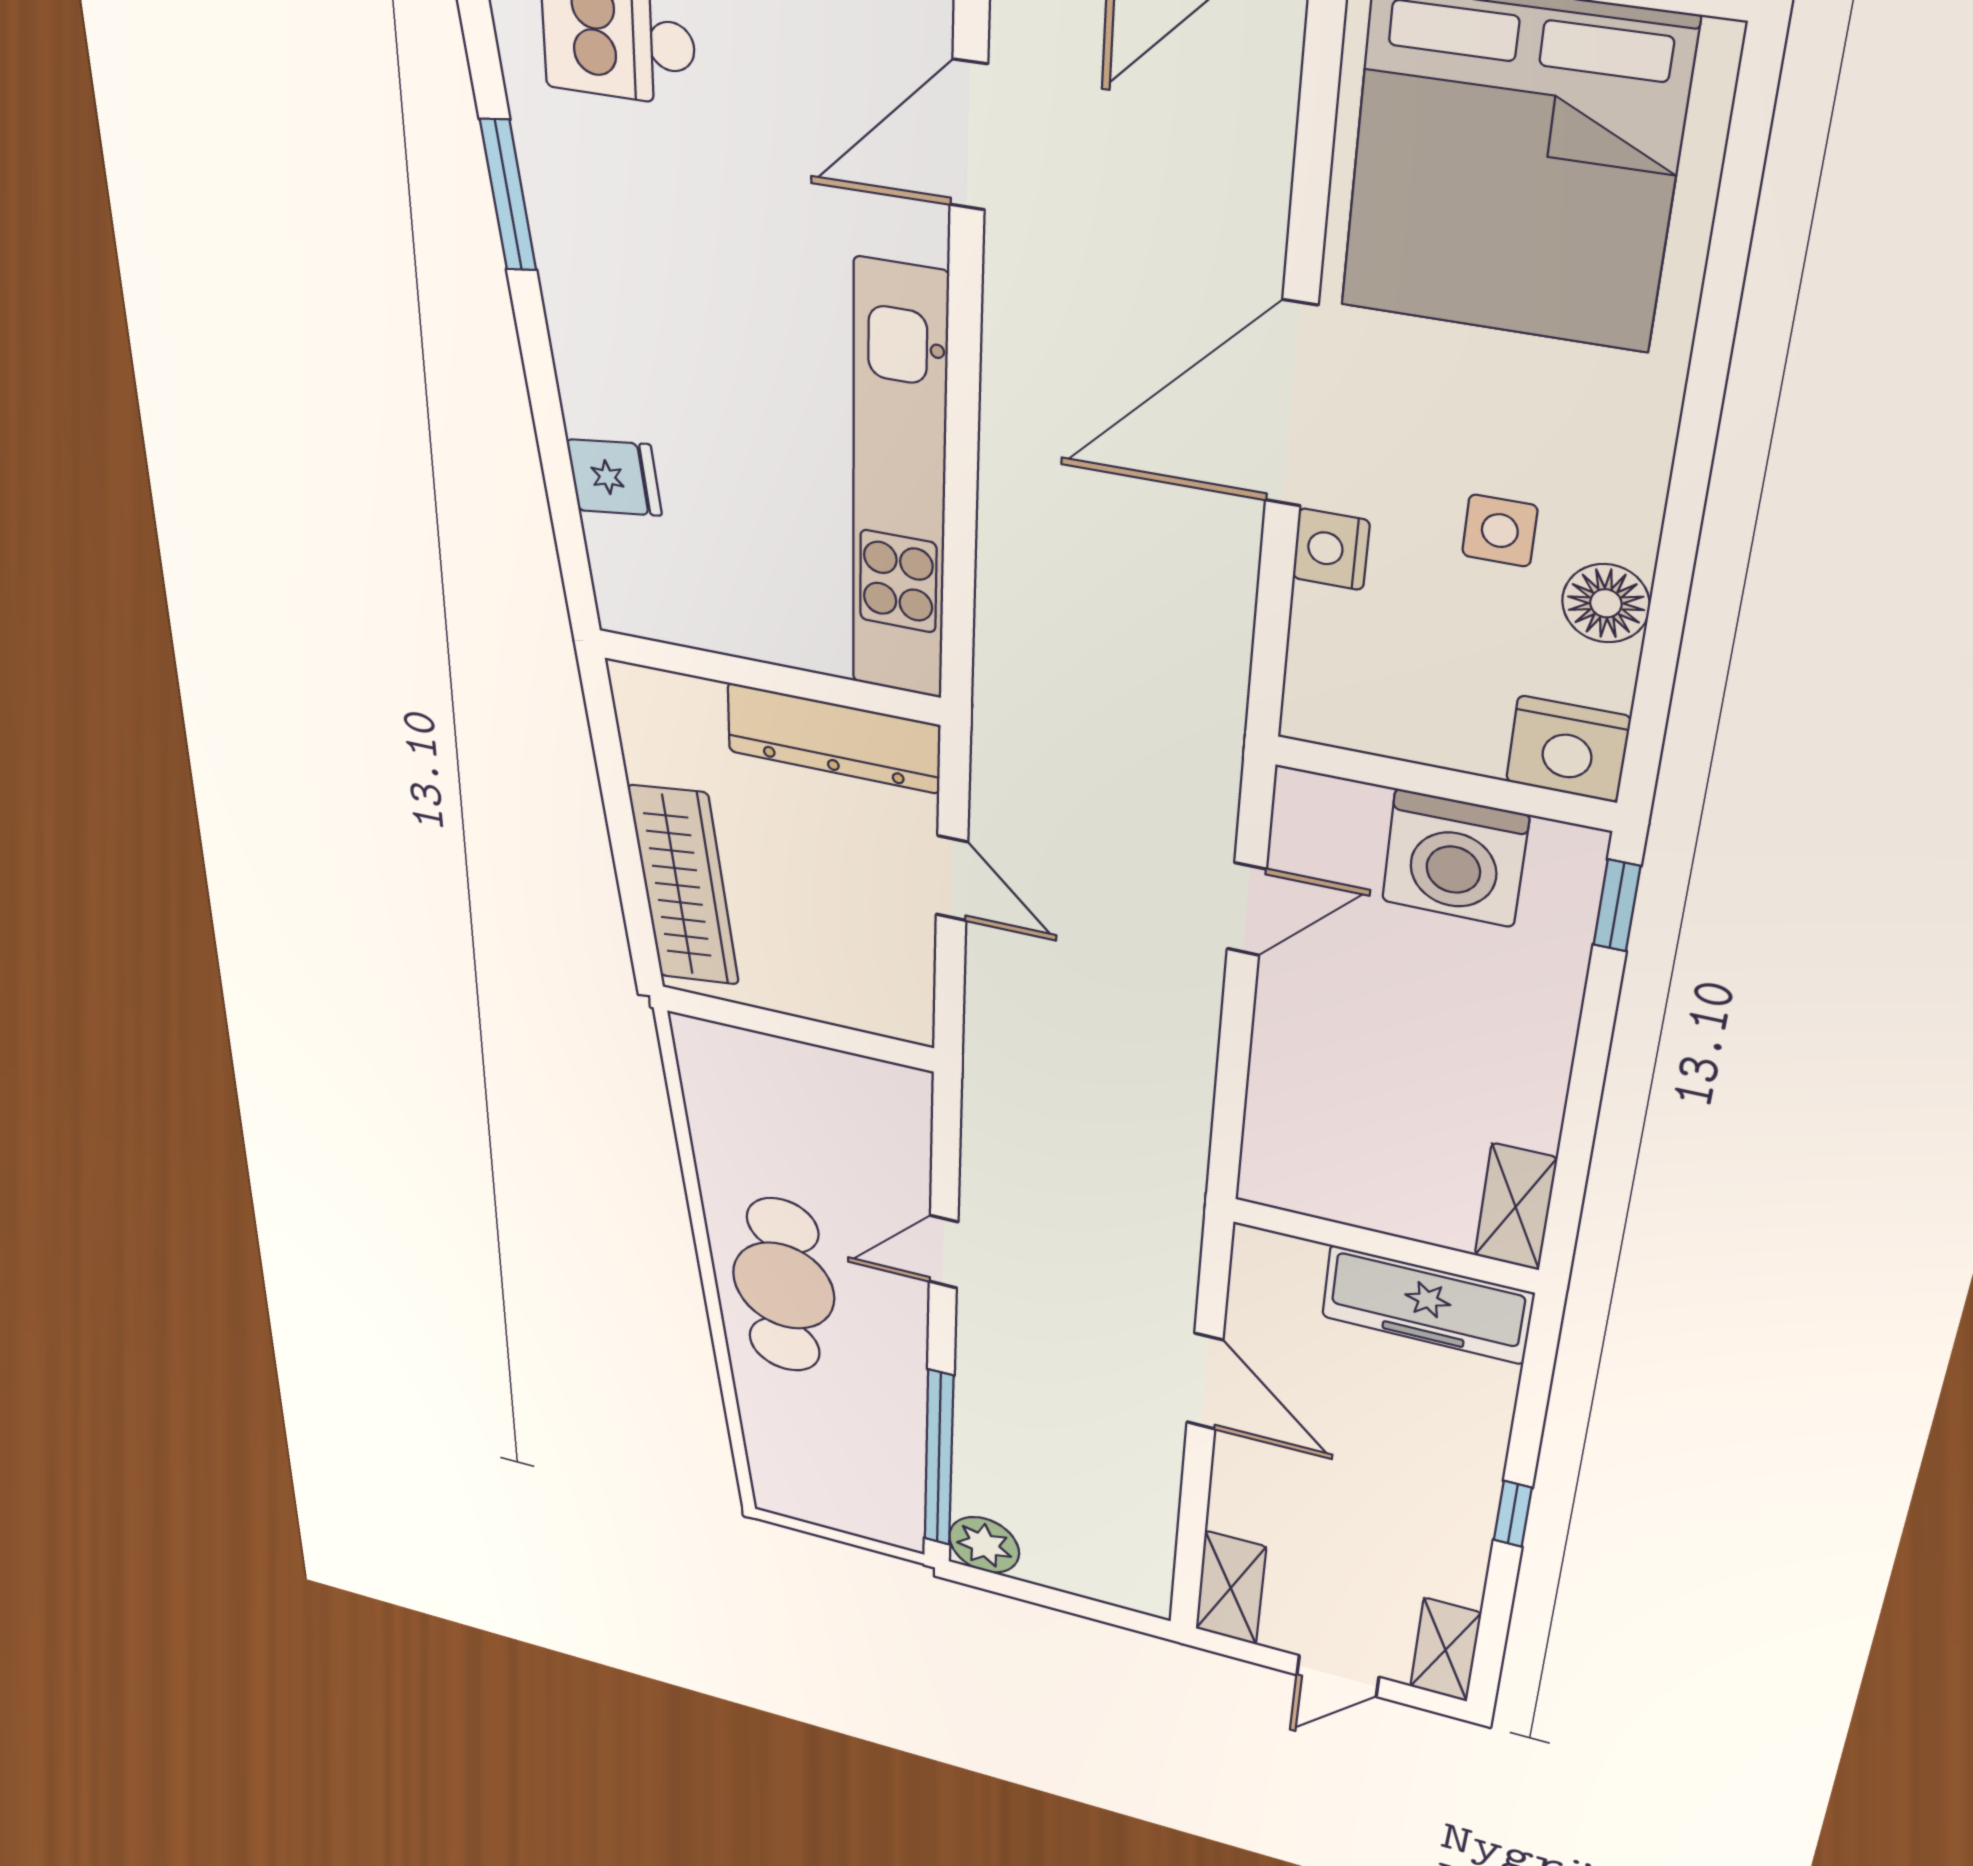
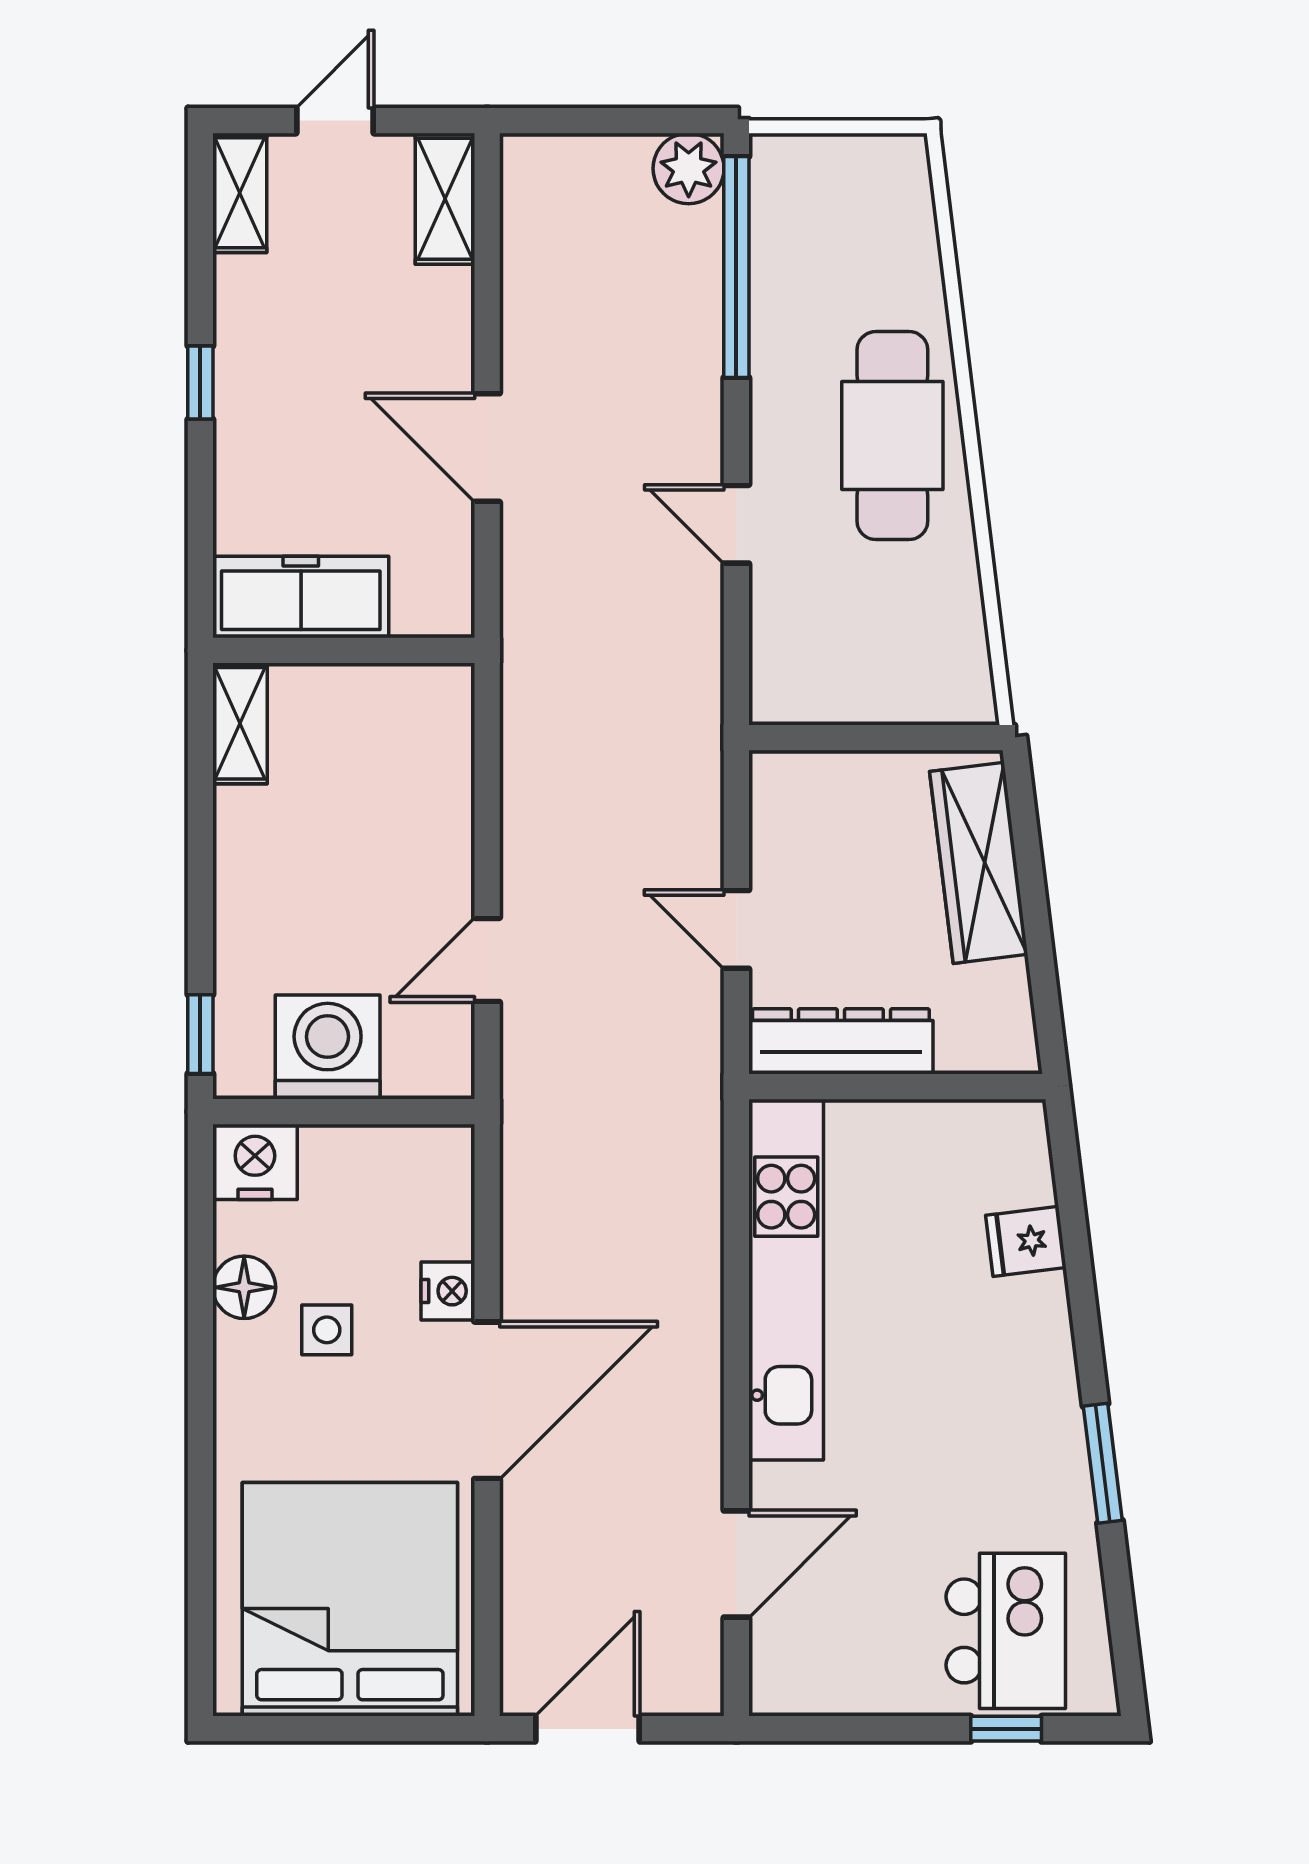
door: (944, 1252) -> (736, 524), swing flipped

